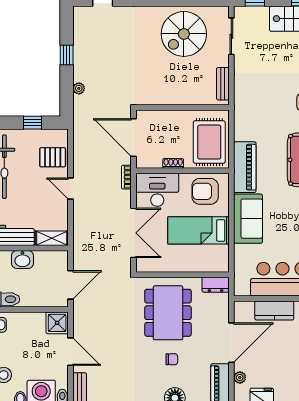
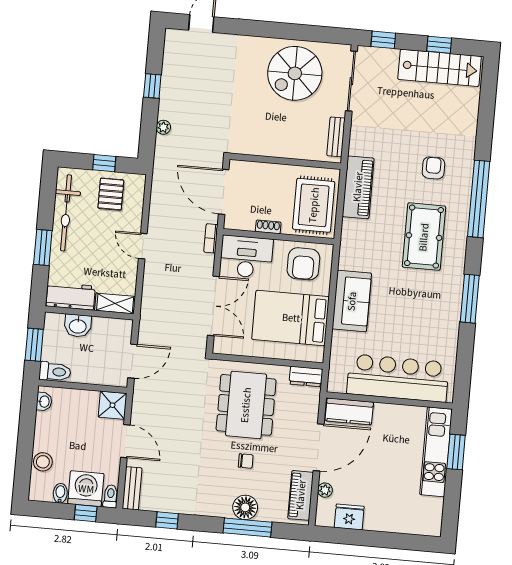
sliding door: (231, 36) -> (351, 81), width x1.37
pallet: (53, 157) -> (111, 194), moved, turned 90
piano: (245, 167) -> (358, 187), moved
armchair: (205, 191) -> (303, 264), turned -90
bed: (198, 230) -> (291, 318), width x1.50
kitchen counter: (274, 310) -> (349, 411), moved

